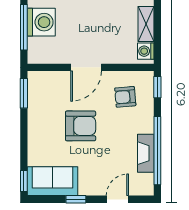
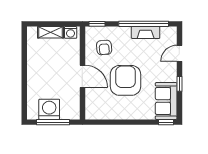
window: (24, 93) -> (102, 122), removed
armchair: (81, 126) -> (126, 80), width x1.36, depth x1.36
door: (117, 199) -> (179, 53), hinge flipped

